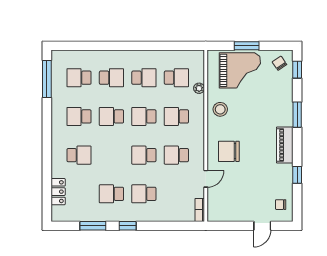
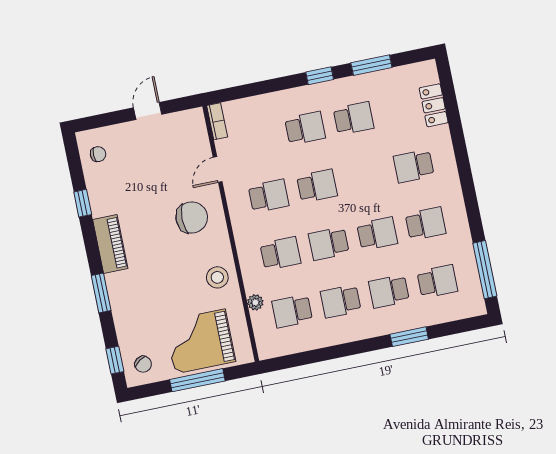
window: (104, 46) -> (409, 337), added
window: (247, 46) -> (197, 380), width x1.44
school desk: (144, 116) -> (329, 244), turned 180
door: (262, 226) -> (148, 111), moved

